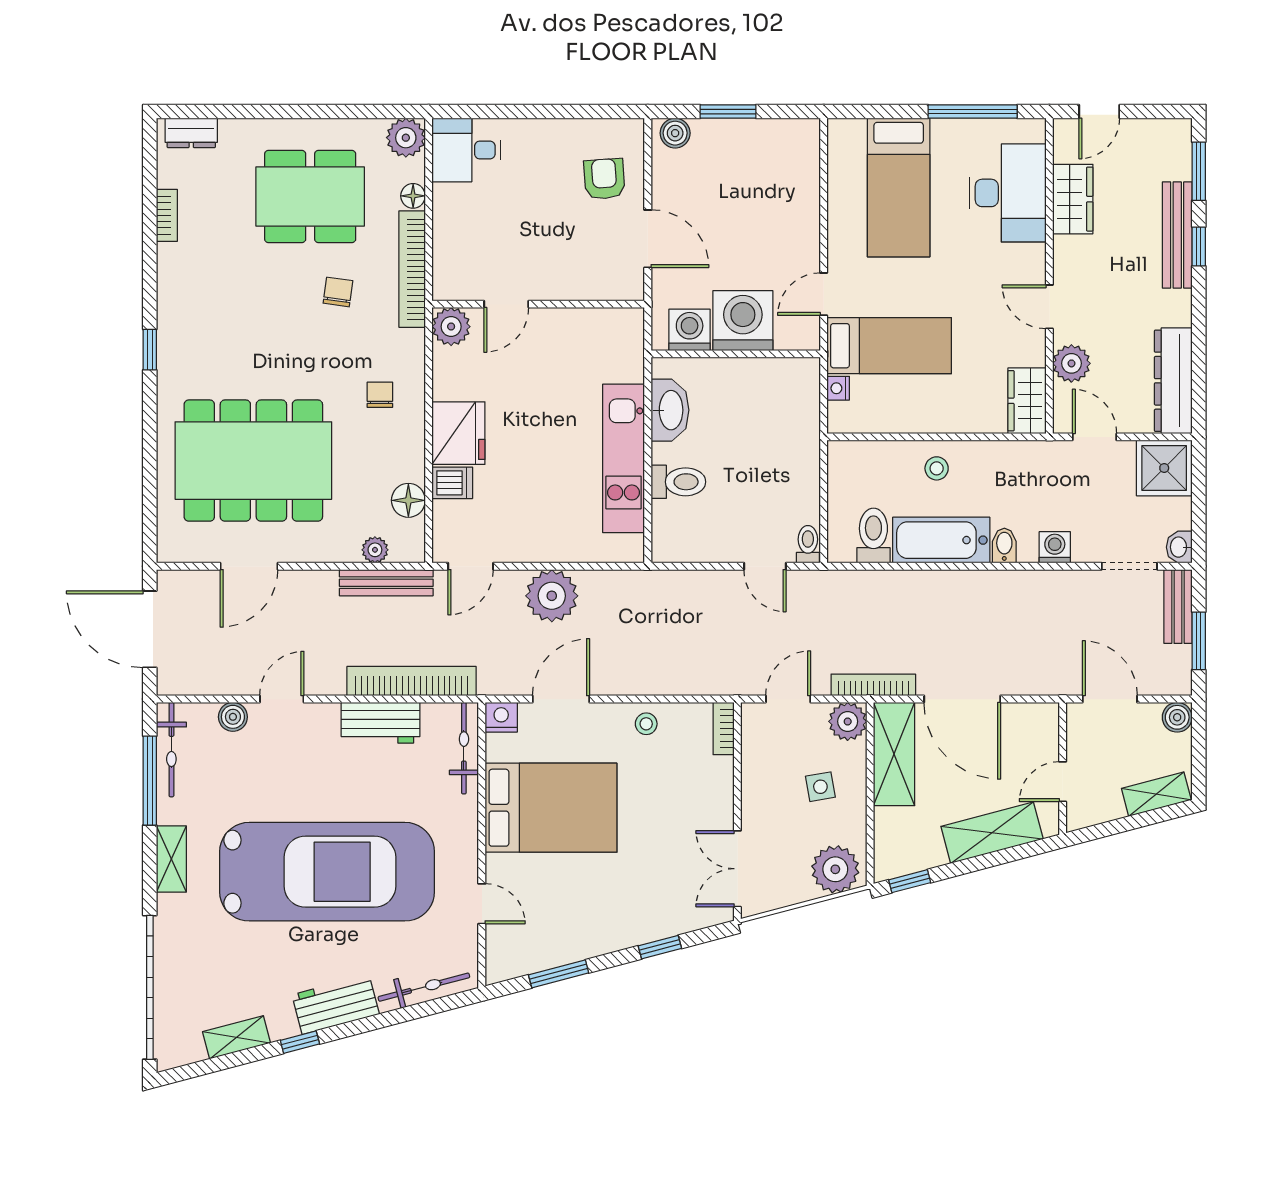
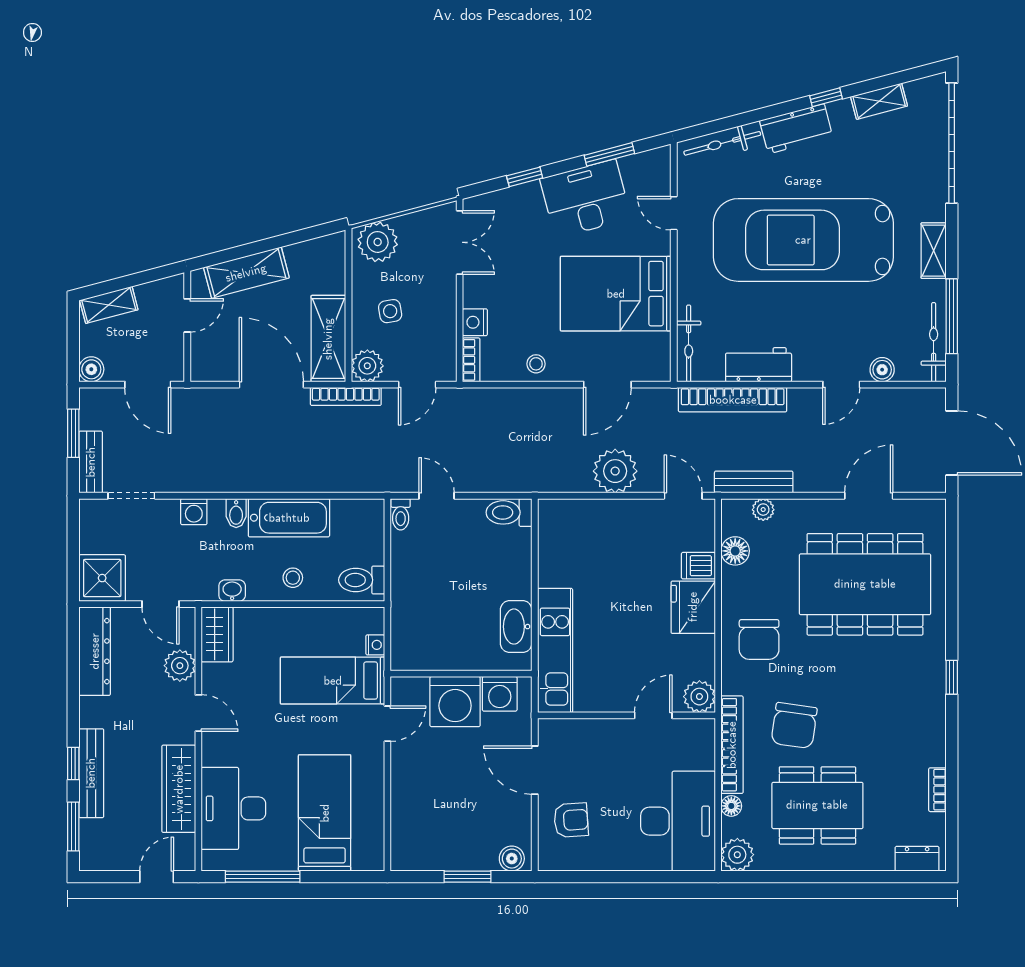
desk: (466, 150) -> (678, 821), width x1.87, depth x1.30
armchair: (604, 179) -> (571, 820), turned -90
wardrobe: (1073, 199) -> (179, 789), width x1.50
chair: (338, 292) -> (794, 725), width x1.87, depth x1.87
chair: (380, 395) -> (759, 639), width x1.87, depth x1.87
kitchen unit: (623, 458) -> (555, 650), moved
toilet: (678, 482) -> (509, 512), moved
toilet: (873, 536) -> (362, 580), moved, turned 90
washbasin: (1179, 547) -> (232, 591), moved, turned -90
door: (471, 566) -> (683, 496), hinge flipped
nightstand: (501, 717) -> (475, 322), moved, turned 90
window: (910, 881) -> (315, 232), removed
desk: (587, 921) -> (585, 199), added

